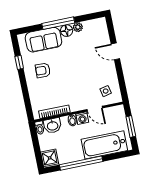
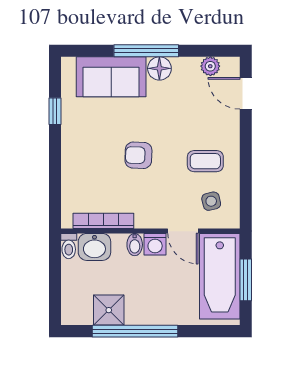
plant: (78, 27) -> (210, 66), moved
door: (115, 51) -> (246, 93), moved
armchair: (43, 70) -> (138, 155), moved
coffee table: (99, 72) -> (205, 161), added
bathtub: (104, 145) -> (220, 276), moved, turned -90
shower: (50, 158) -> (109, 310), moved

